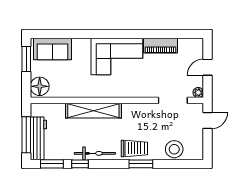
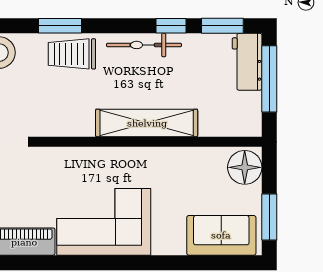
workbench: (38, 138) -> (247, 62), width x0.73

